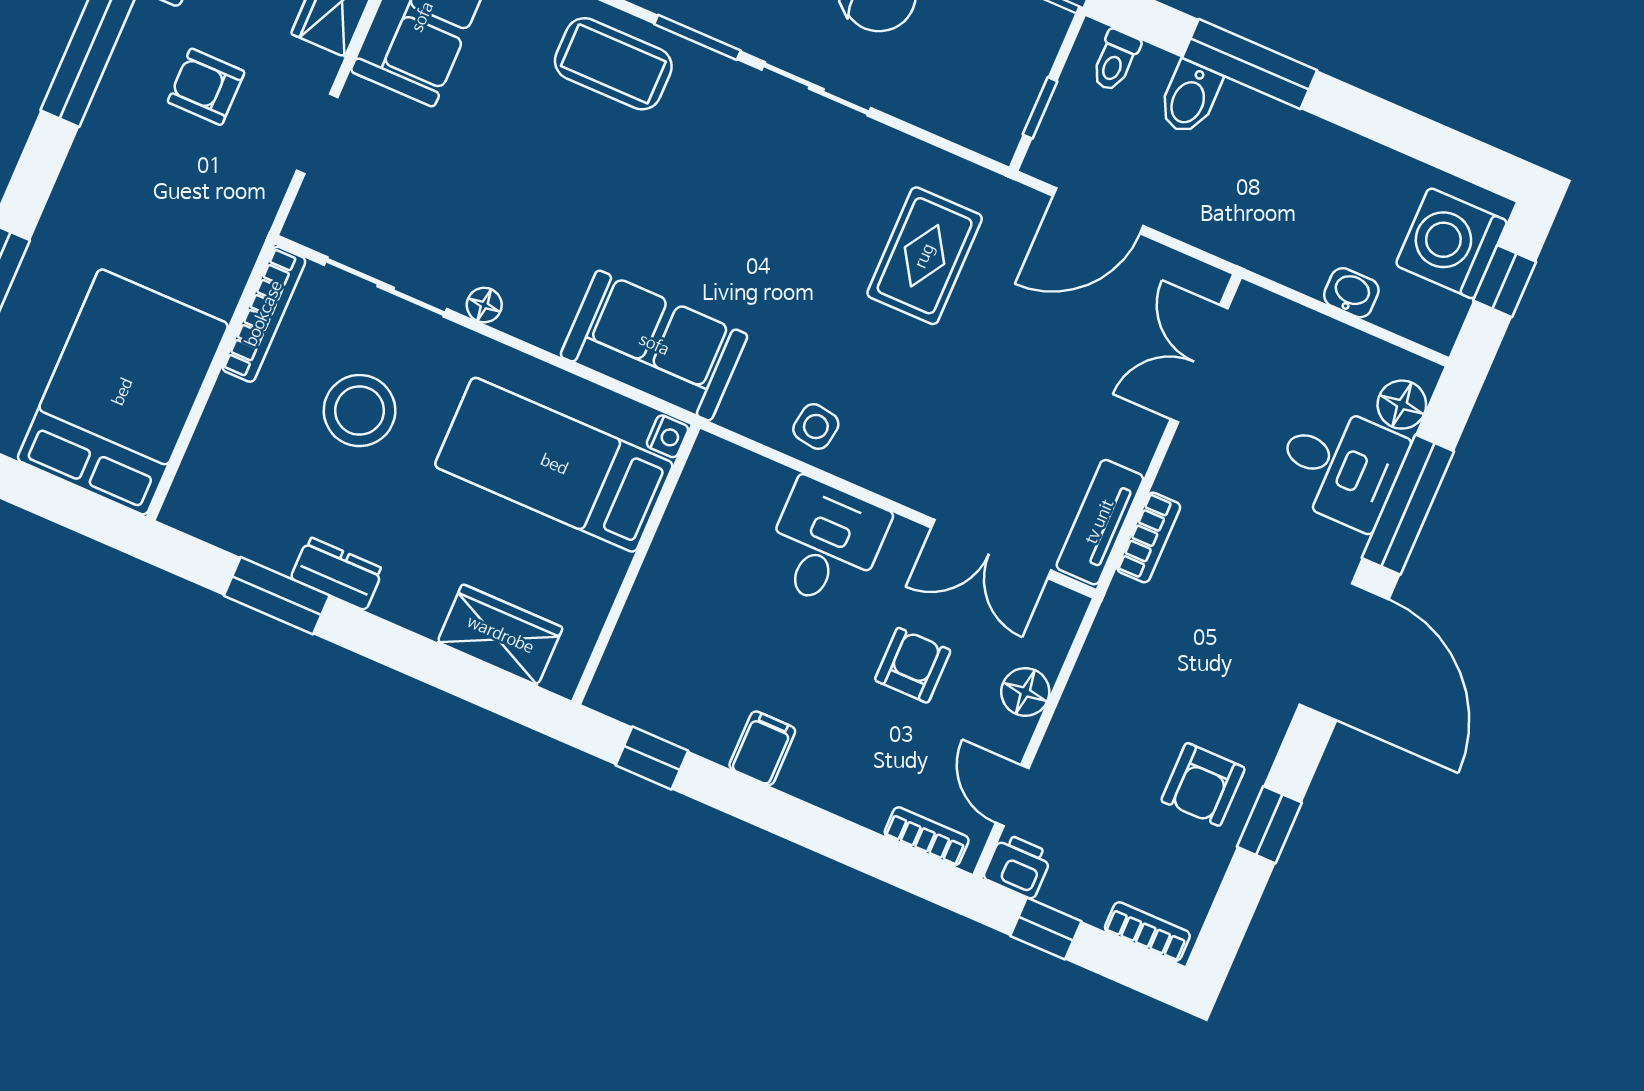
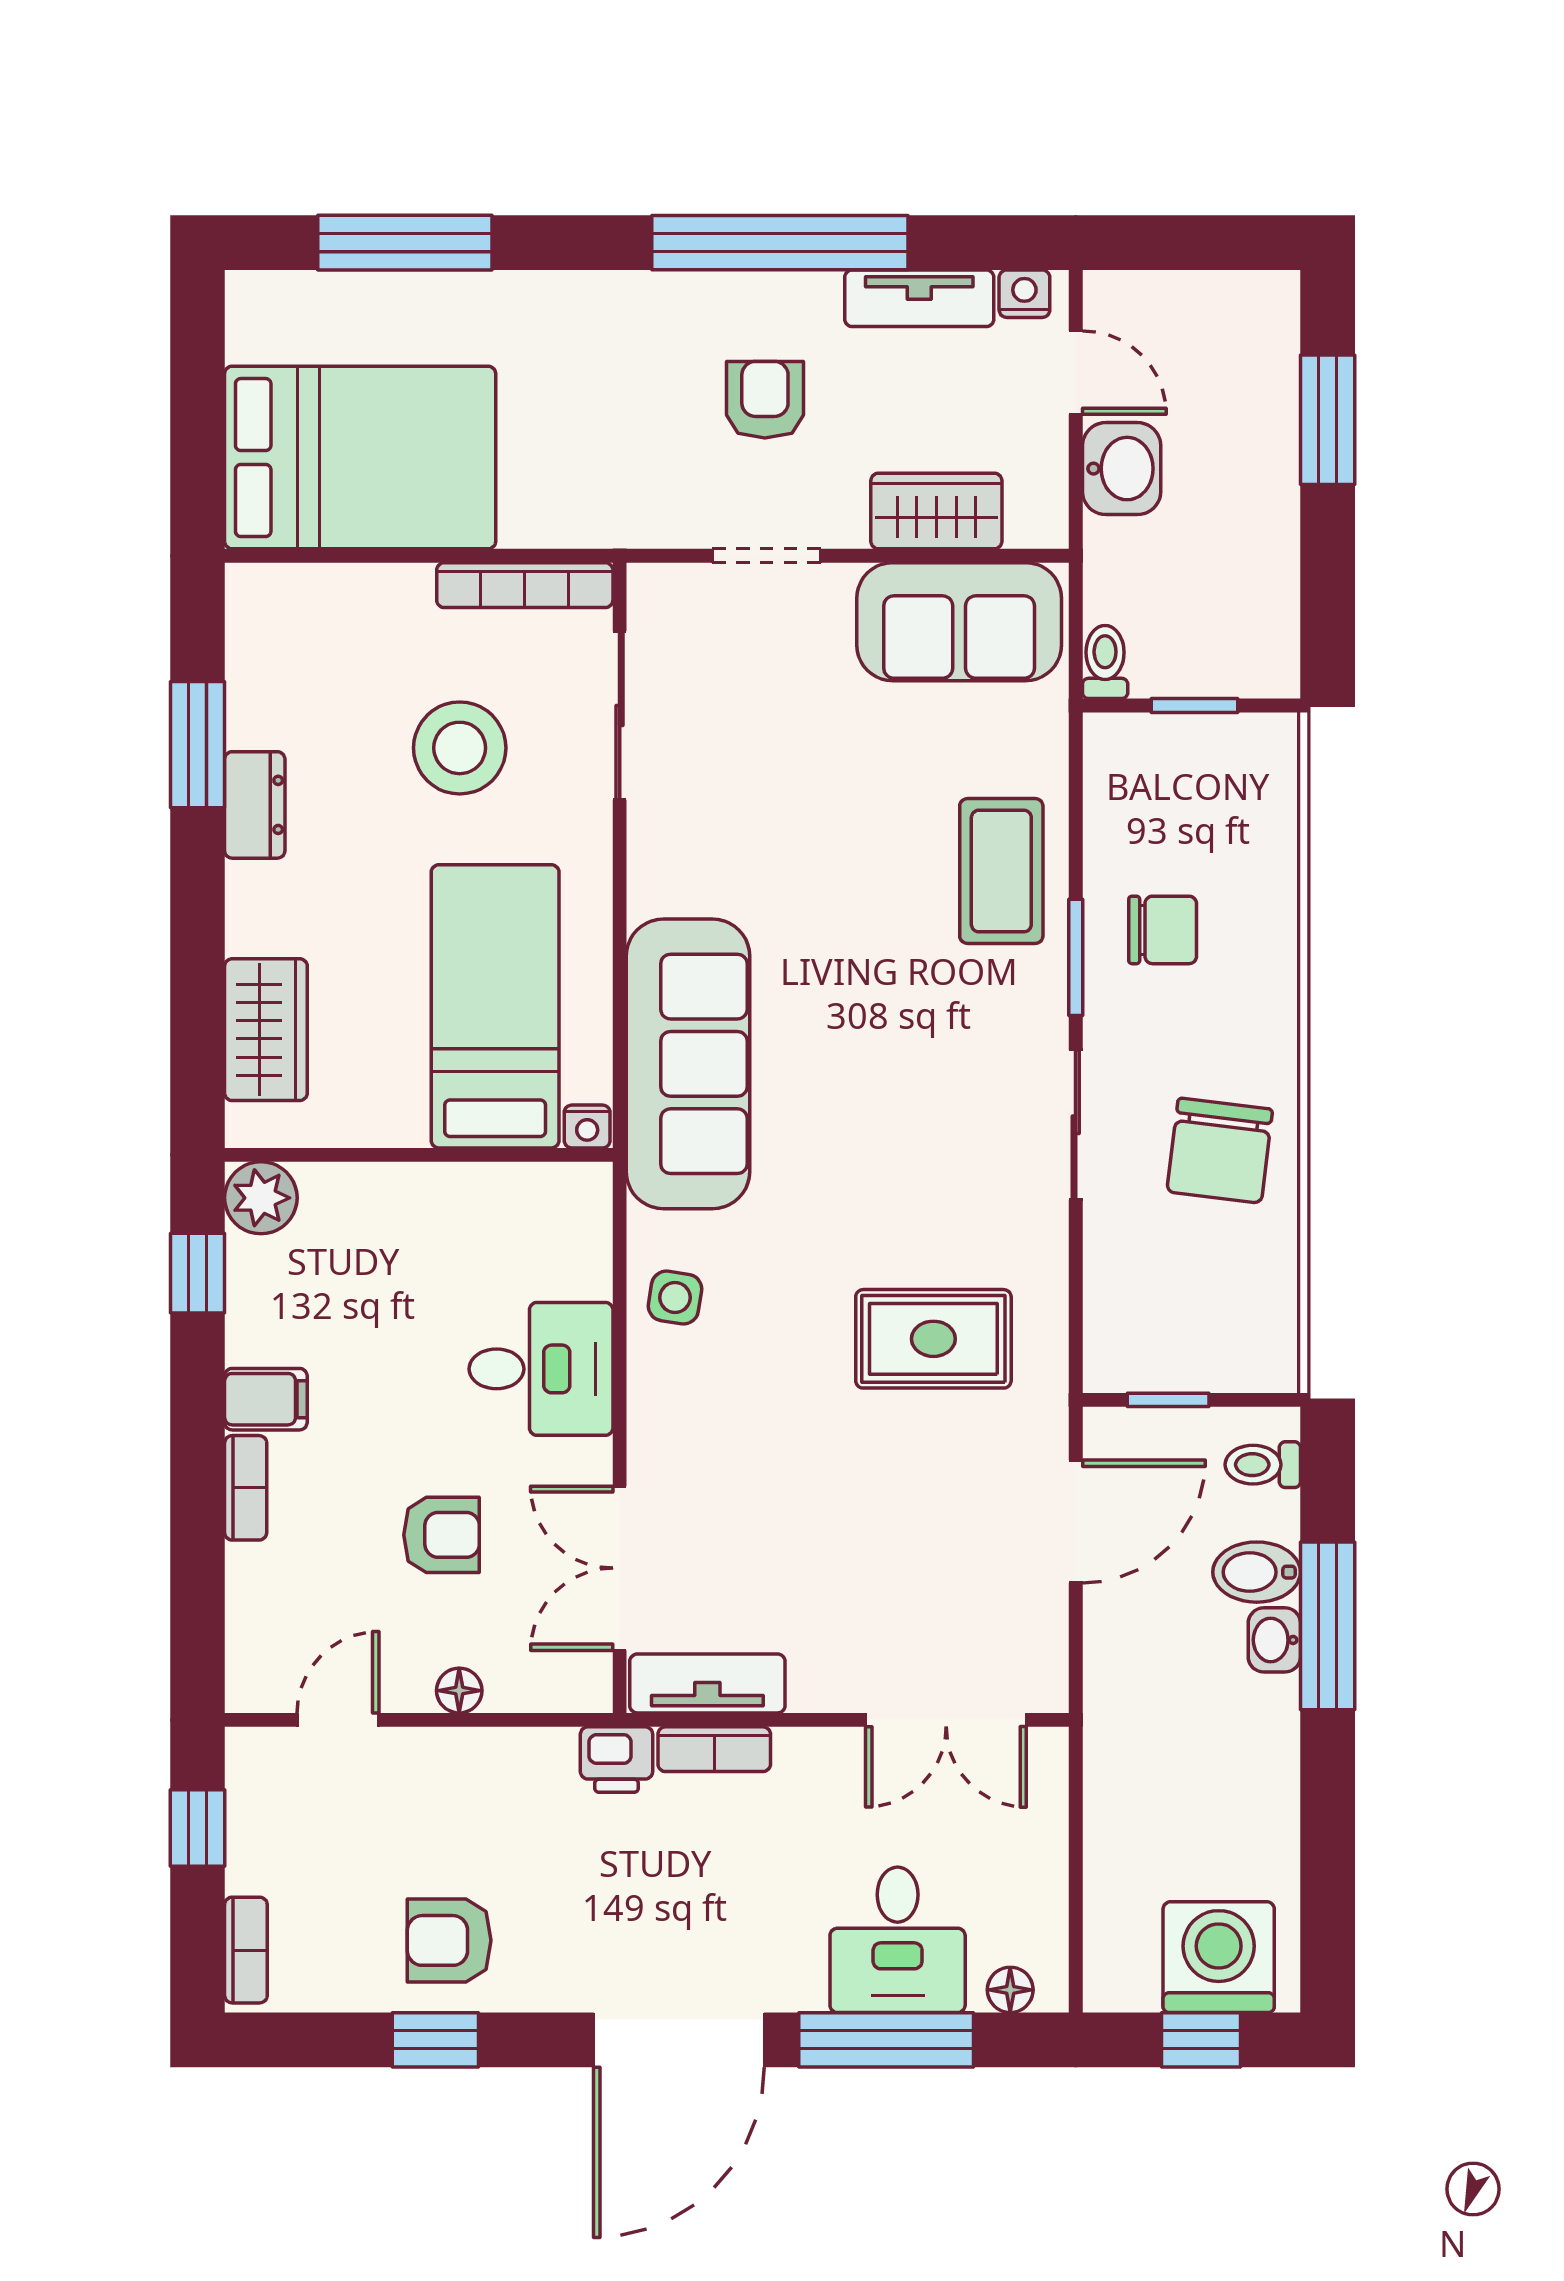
door: (1098, 211) -> (1076, 1522), swing flipped
washbasin: (1351, 293) -> (1274, 1640), moved, turned 180
floor lamp: (484, 305) -> (649, 842), removed
sofa: (654, 345) -> (688, 1064), width x1.36
double door: (1199, 364) -> (946, 1720), swing flipped
floor lamp: (1402, 405) -> (1010, 1990), width x0.73, depth x0.73
plant: (618, 690) -> (261, 1198), added
floor lamp: (1025, 692) -> (459, 1691), width x0.73, depth x0.73
bookcase: (927, 836) -> (246, 1488), moved
printer: (1018, 866) -> (617, 1760), moved, turned 90

